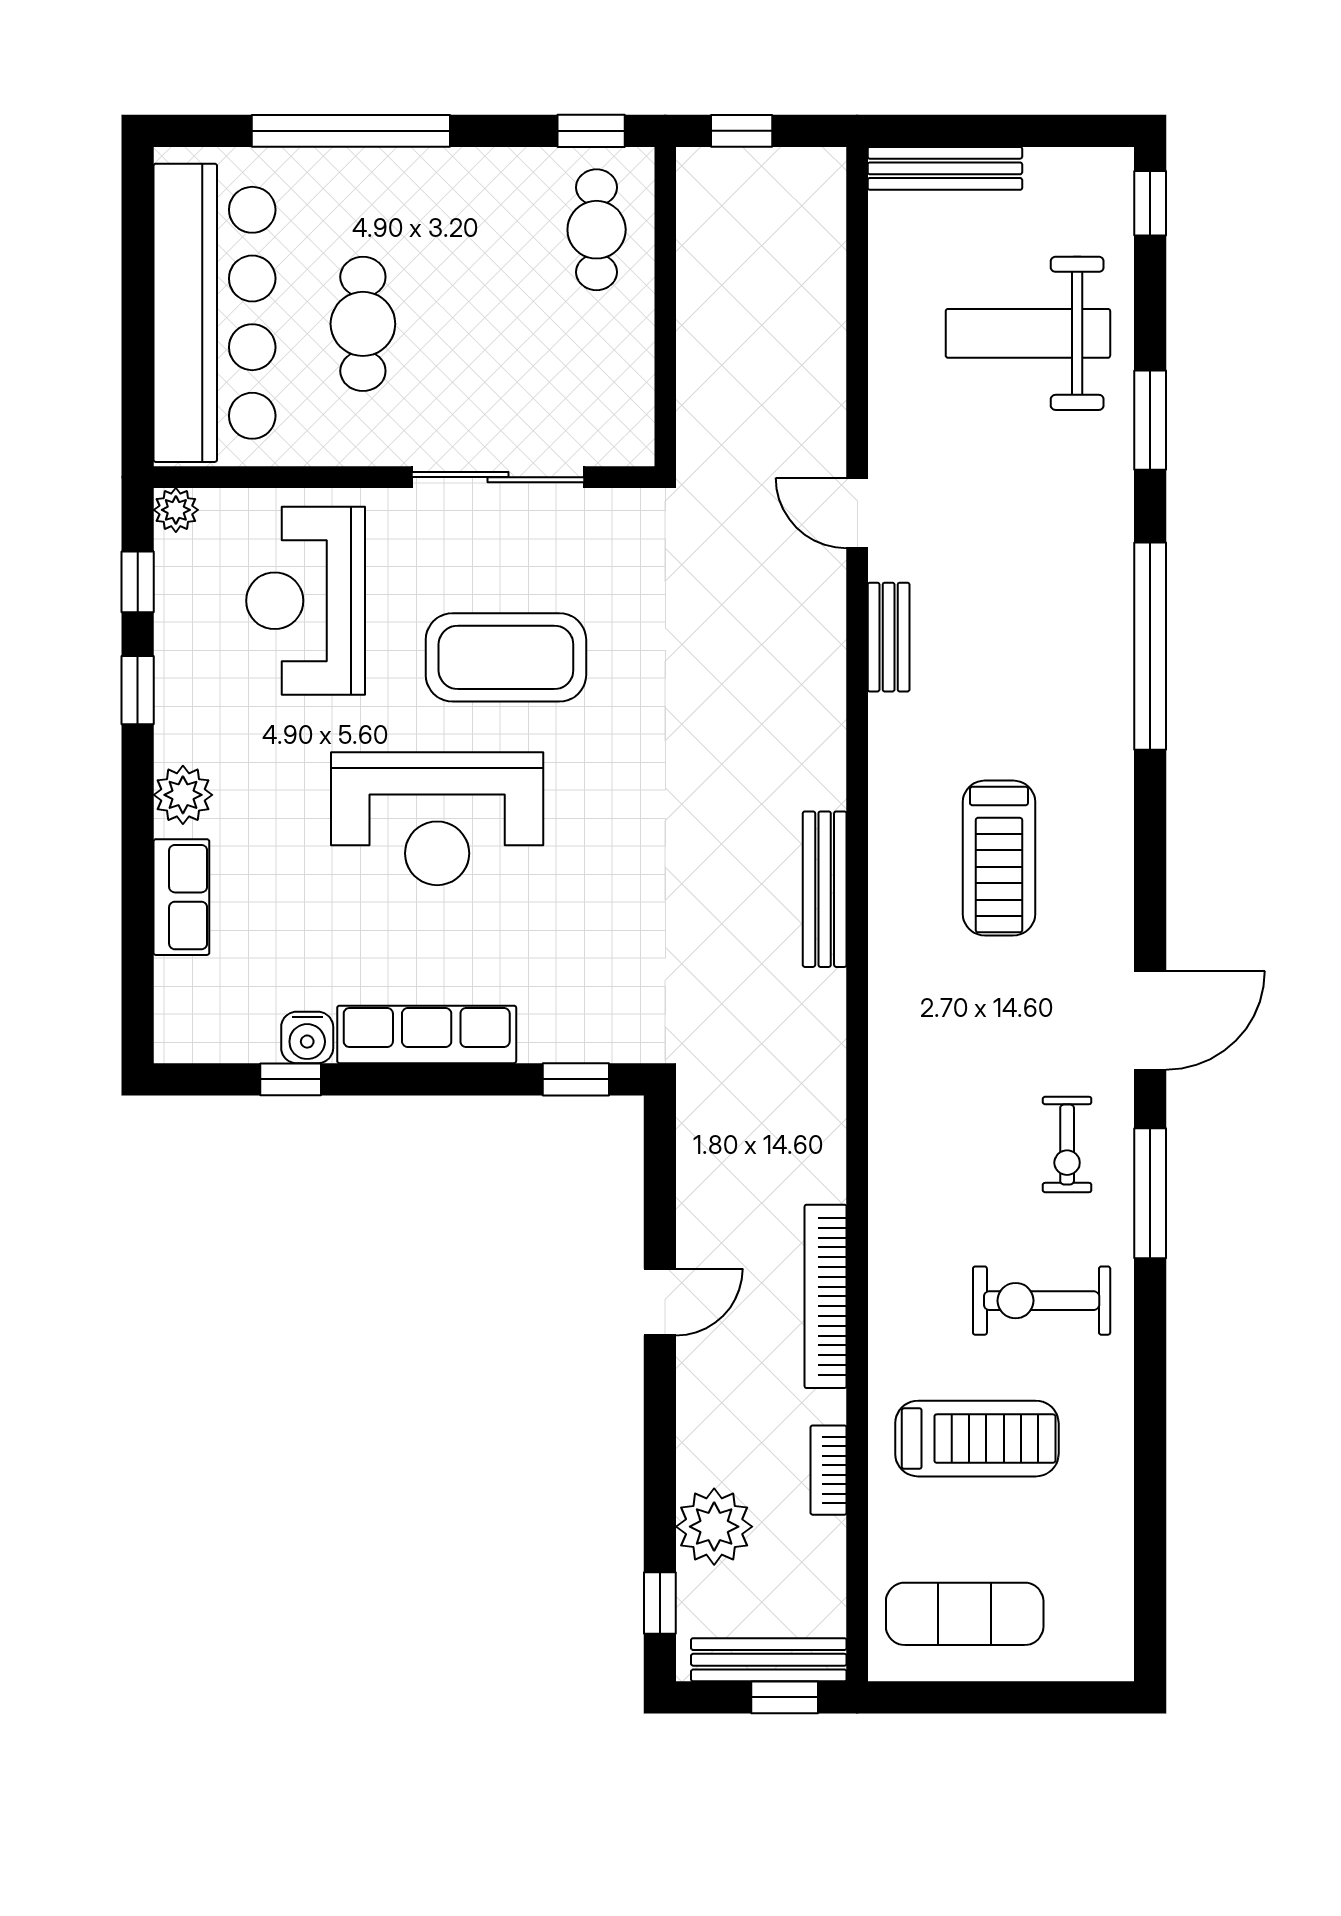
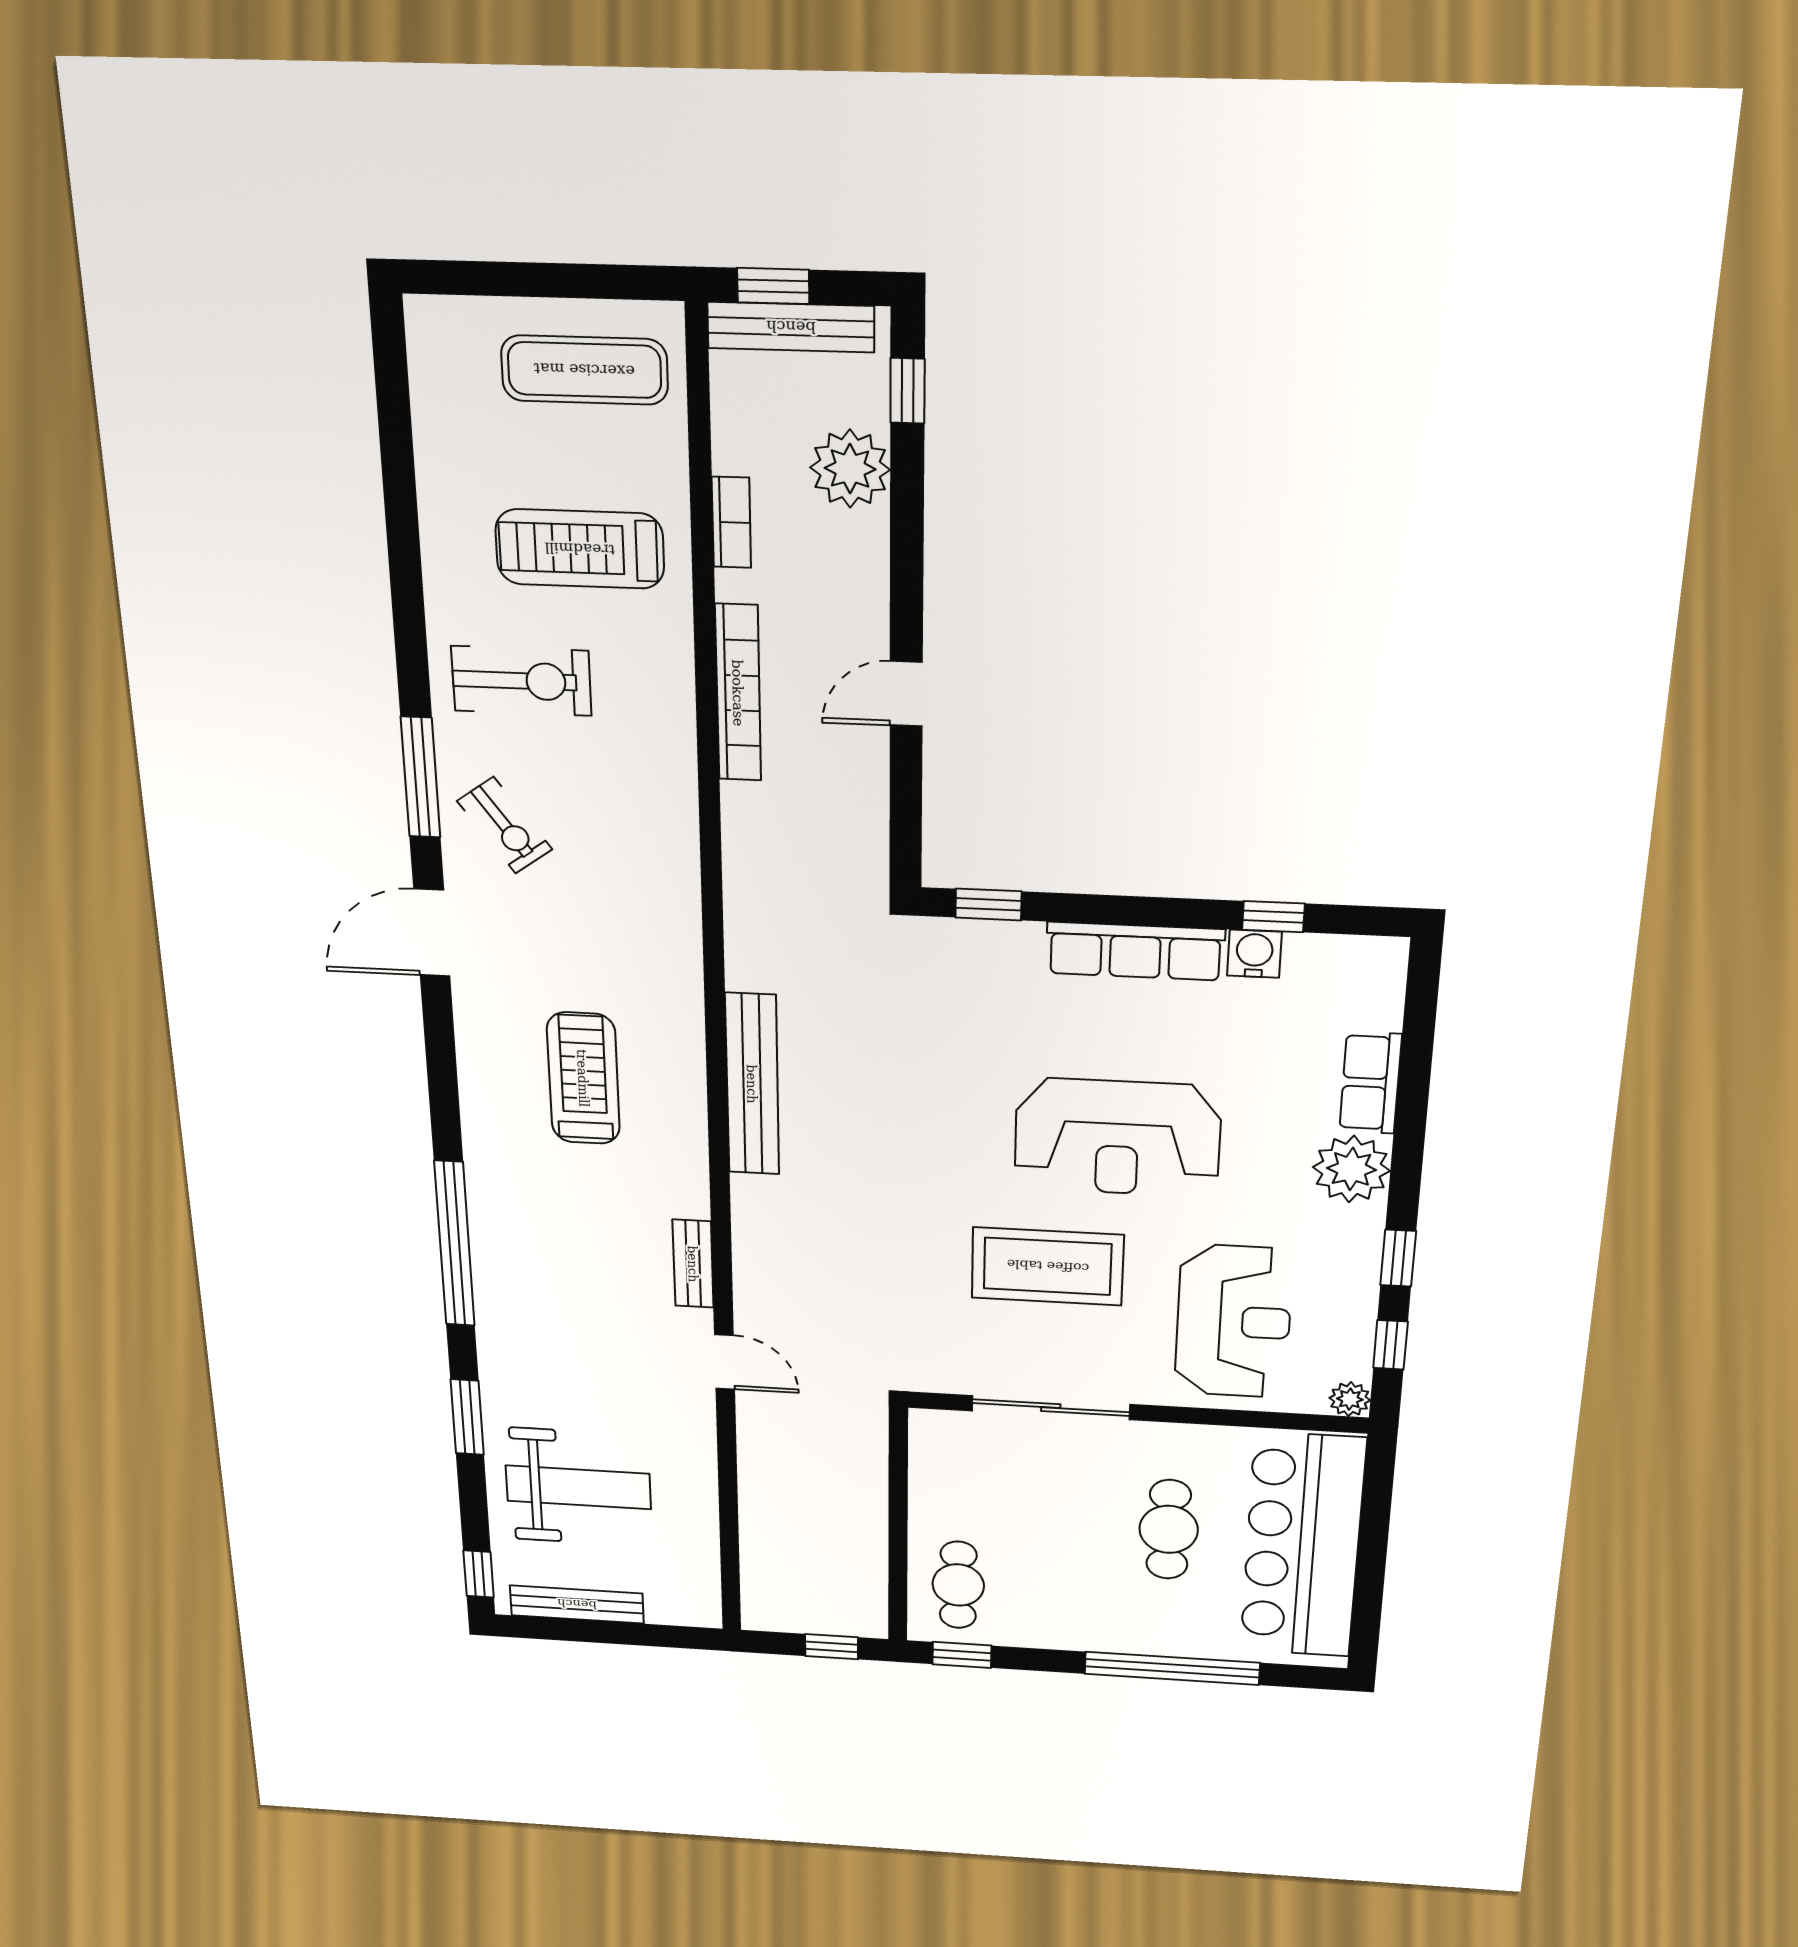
bench: (945, 168) -> (577, 1604), moved
plant: (183, 795) -> (1351, 1169), width x1.36, depth x1.36
reception desk: (437, 819) -> (1117, 1137), turned 180
bench: (825, 889) -> (752, 1084), width x1.37, depth x1.21
exercise bike: (1067, 1144) -> (505, 825), turned 144

